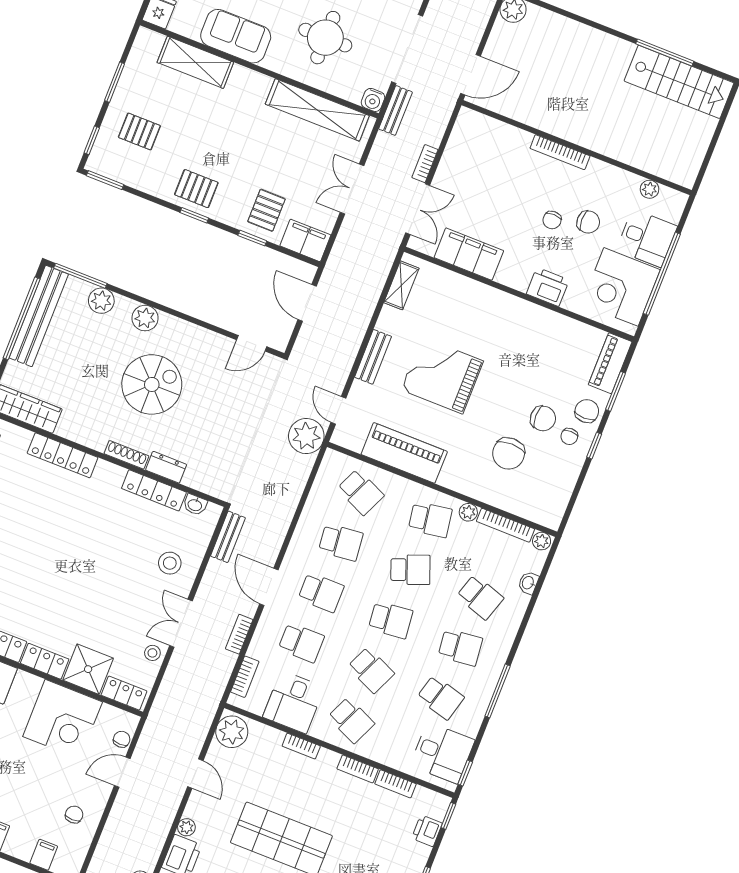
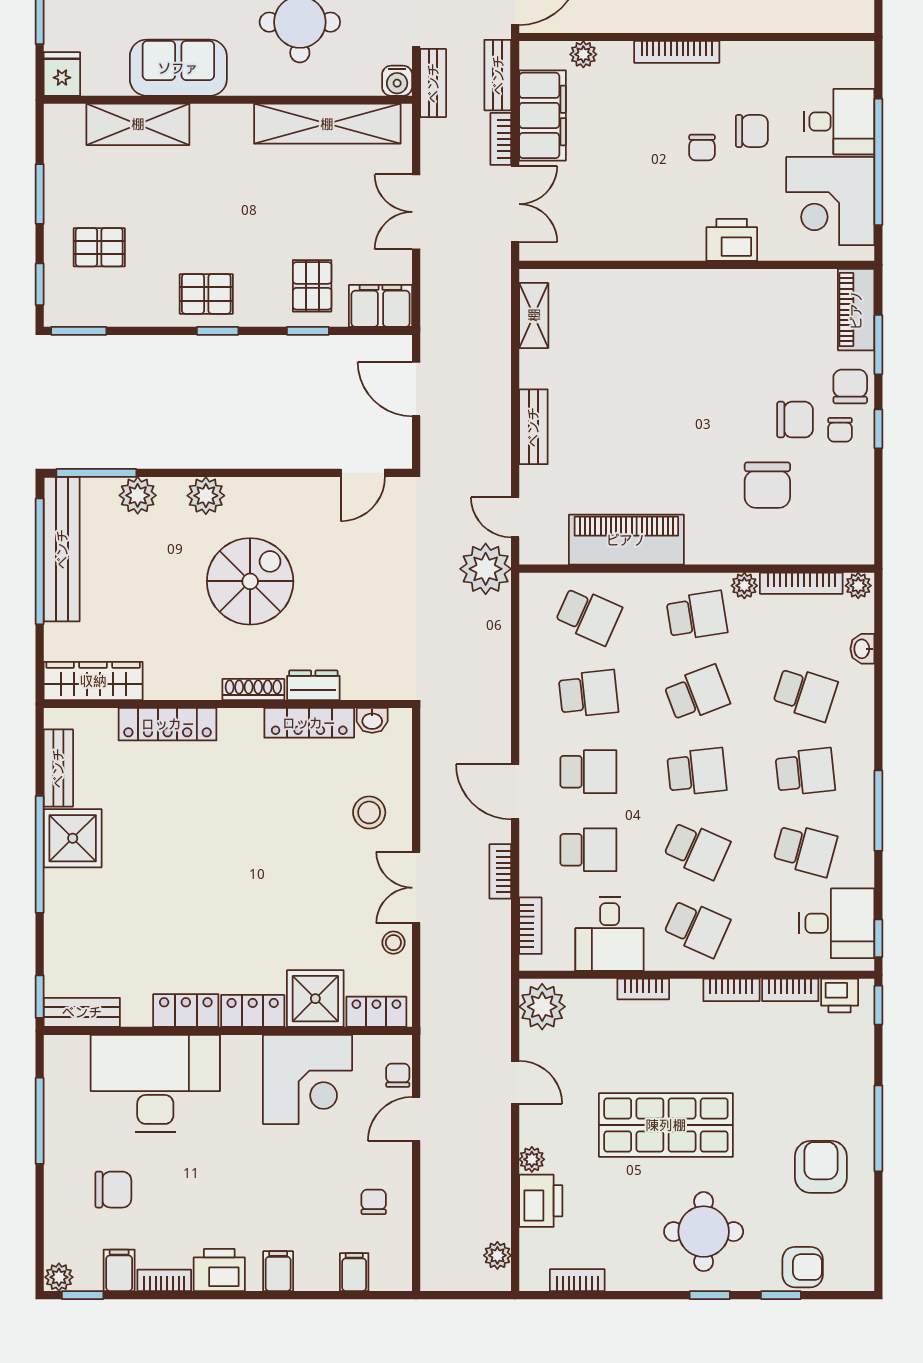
plant: (650, 189) -> (583, 54), moved
filing cabinet: (469, 254) -> (543, 115), moved, turned 90
grand piano: (442, 375) -> (637, 415), removed
bench: (228, 537) -> (498, 75), moved
printer: (427, 831) -> (840, 996), moved, turned -90

